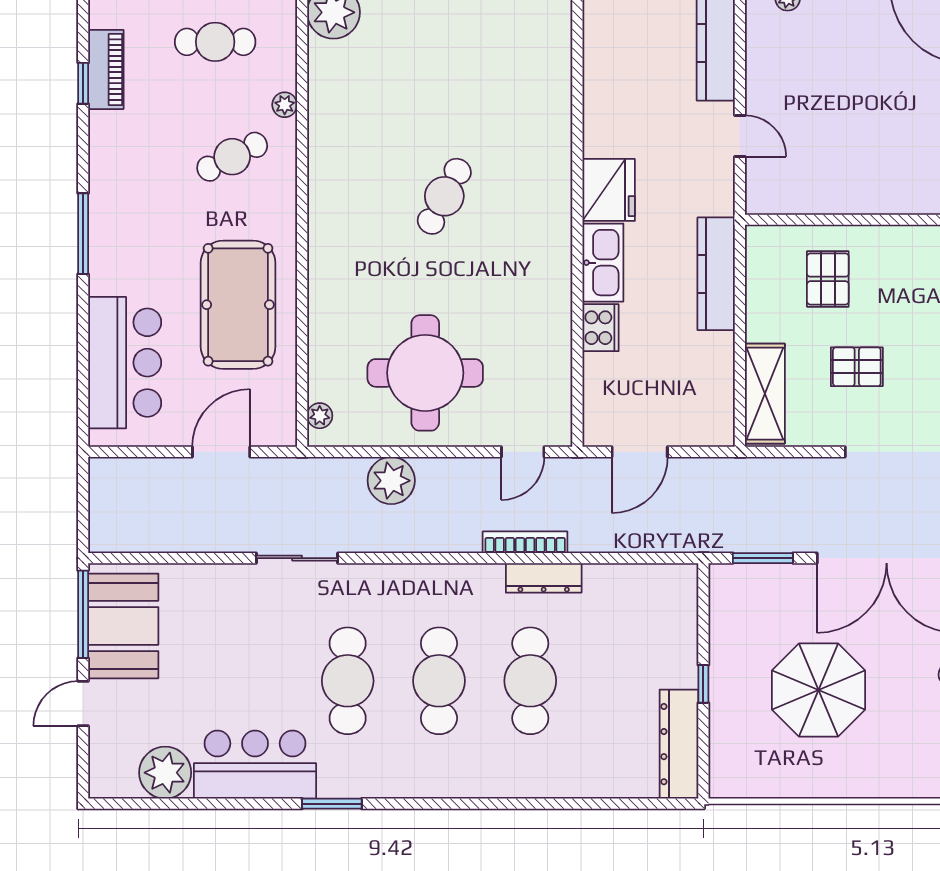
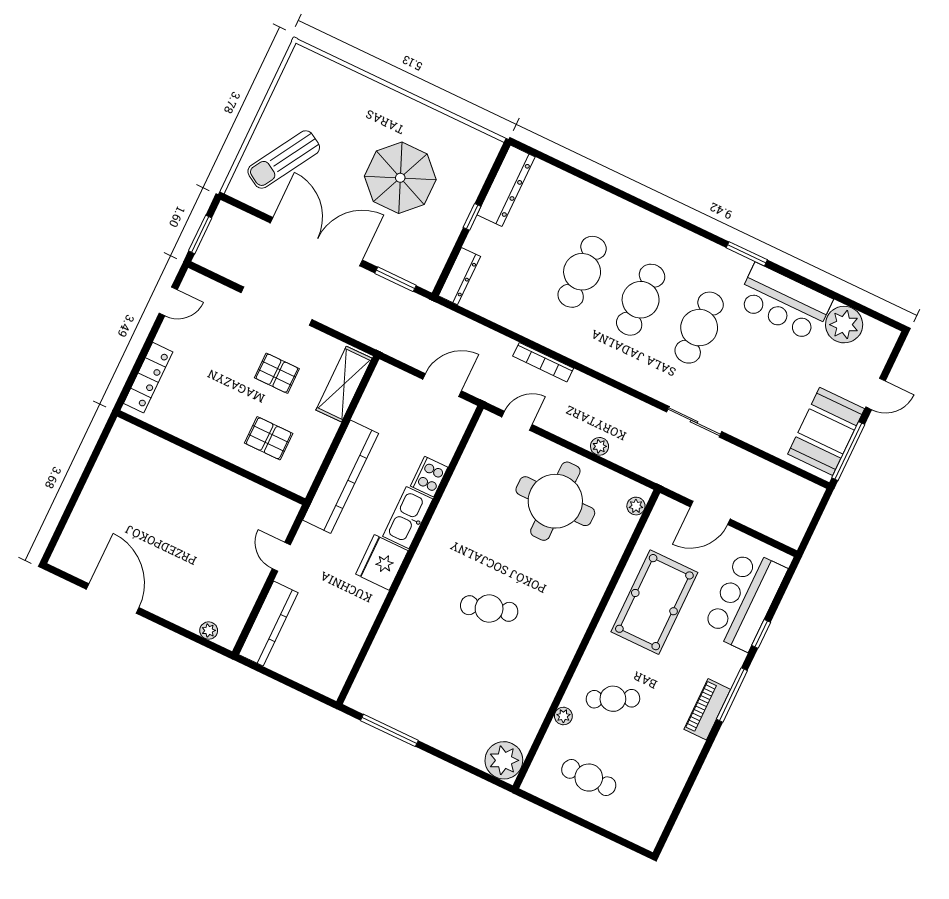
piano: (106, 69) -> (707, 709), moved
window: (83, 83) -> (761, 634), moved
cafe table: (444, 196) -> (489, 609), turned 46
kitchen counter: (716, 274) -> (341, 477), width x1.39, depth x1.17
pallet: (828, 279) -> (269, 438), turned 90
plant: (391, 481) -> (600, 446), width x0.53, depth x0.53
dresser: (544, 578) -> (459, 276), moved, turned 90

